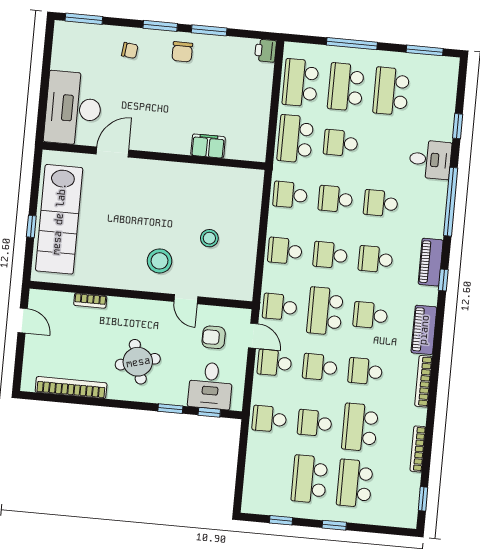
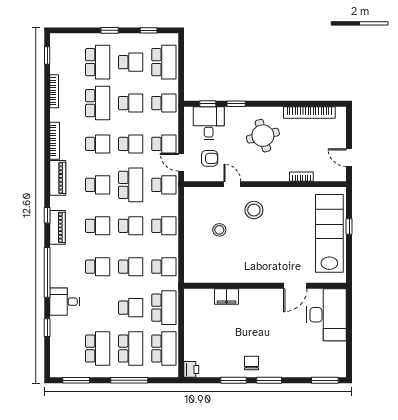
chair: (130, 50) -> (290, 360), removed
school desk: (264, 475) -> (164, 62), added
school desk: (309, 479) -> (131, 62), width x0.54

